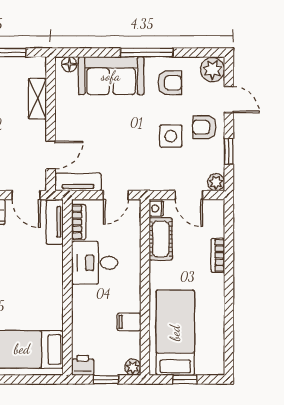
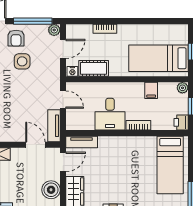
window: (229, 151) -> (33, 21), width x2.17
bookcase: (79, 222) -> (138, 125), moved

